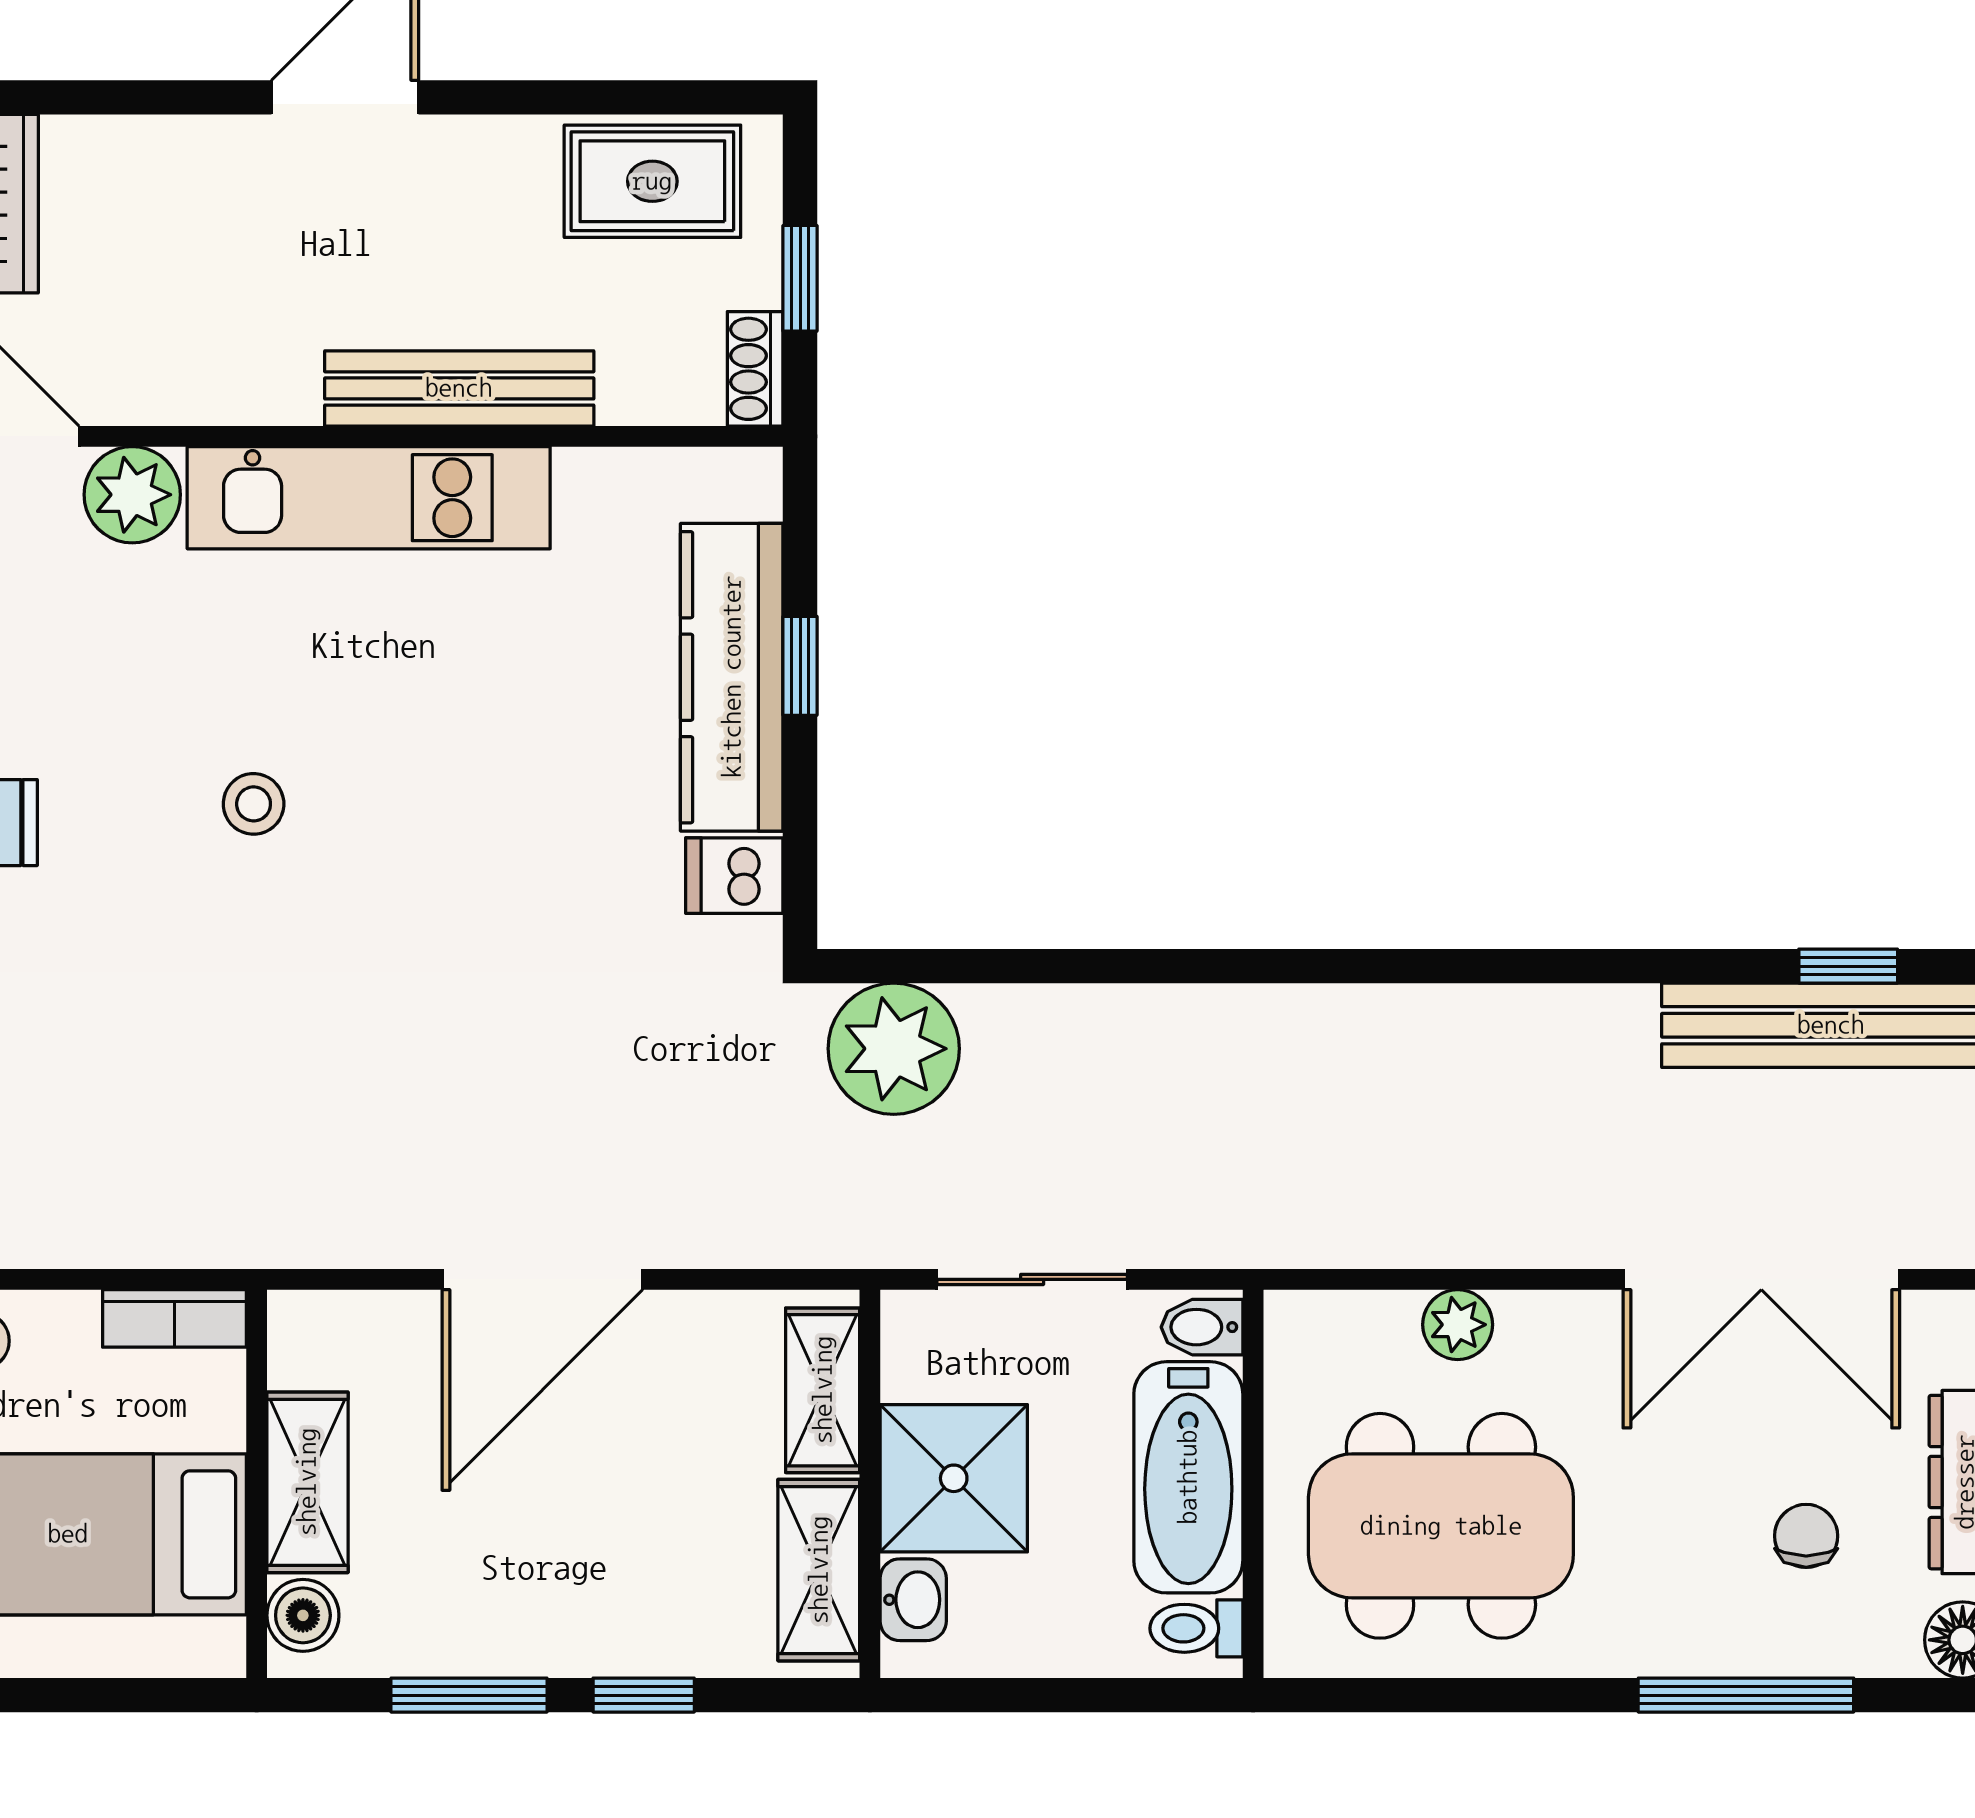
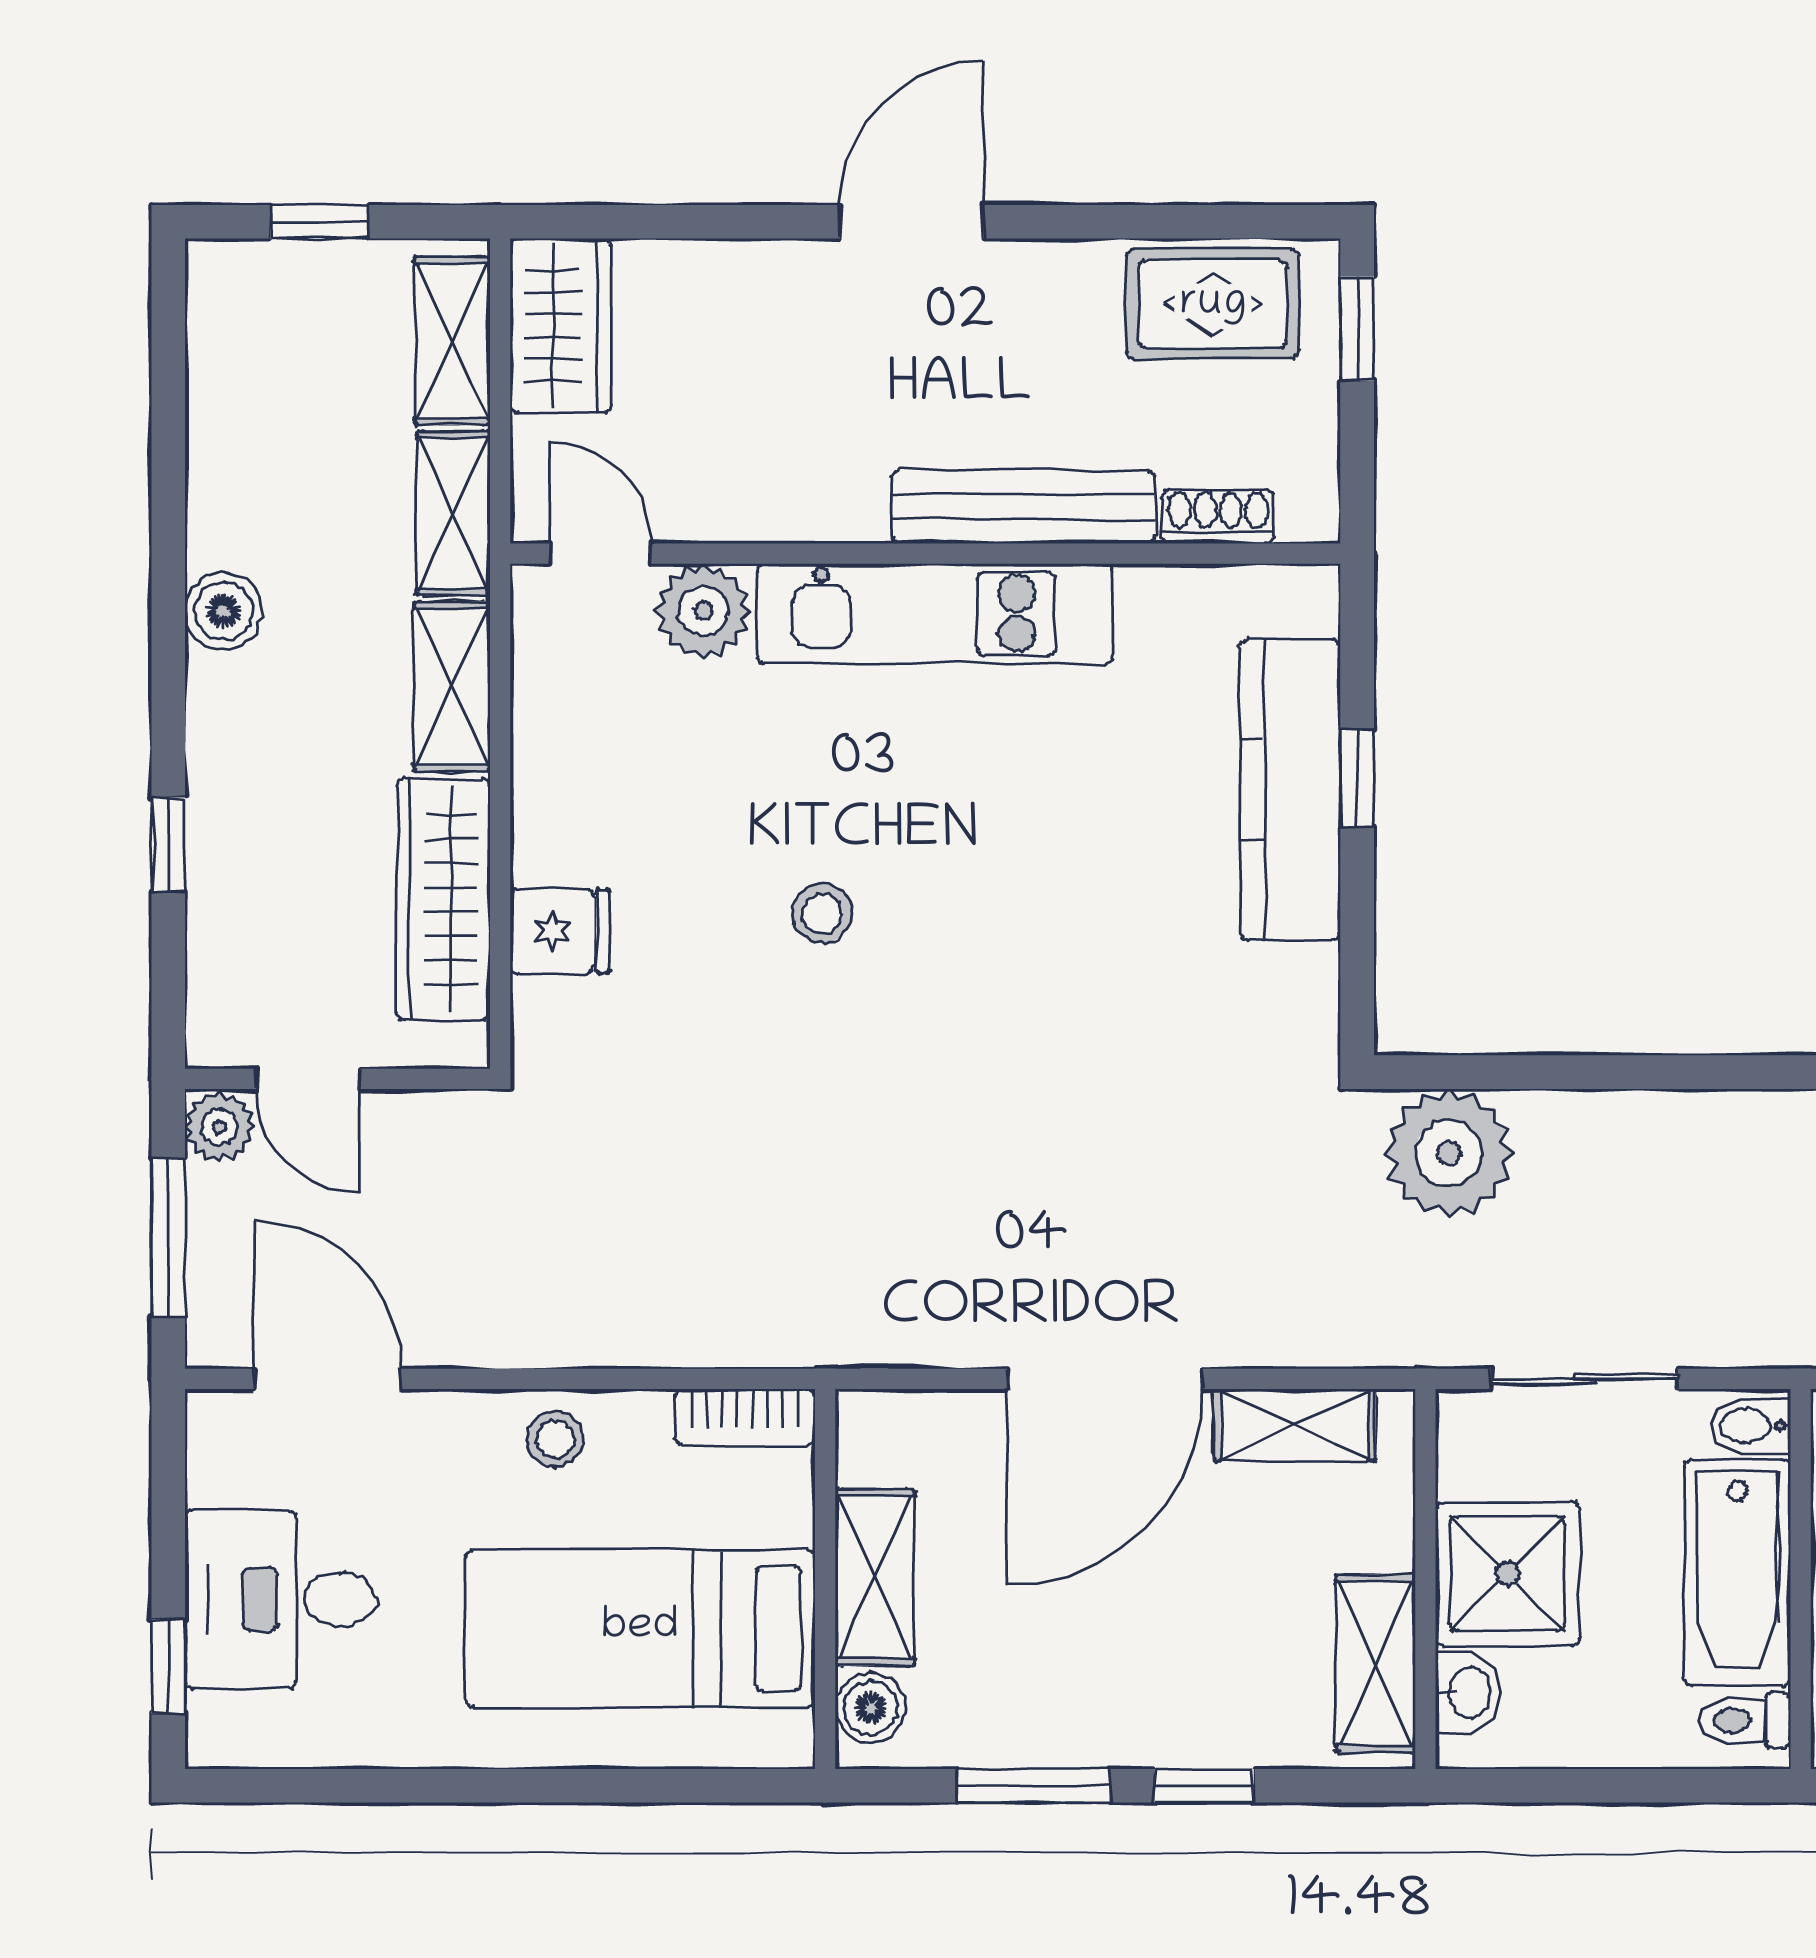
window: (800, 278) -> (1357, 329), moved
shoe rack: (755, 369) -> (1218, 516), moved, turned 90
dishwasher: (734, 876) -> (1293, 984), removed
shelving: (823, 1390) -> (1295, 1425), moved, turned 90

